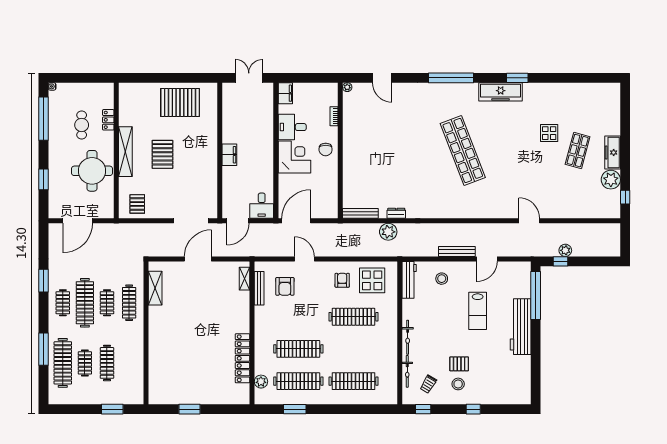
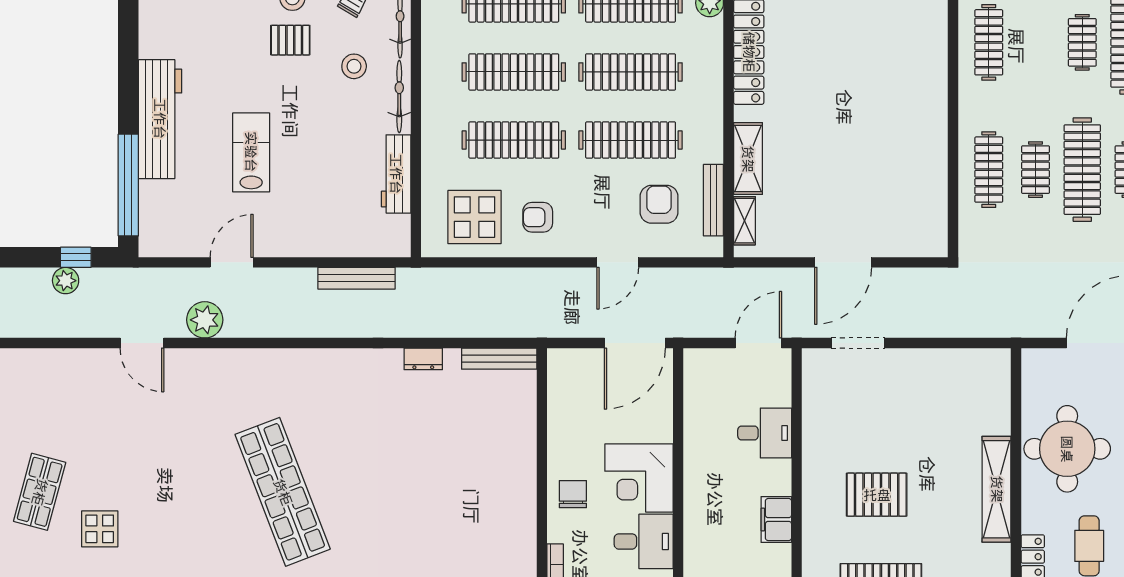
pallet: (162, 154) -> (877, 495), moved, turned 90
filing cabinet: (229, 155) -> (776, 520), moved
pallet: (137, 204) -> (971, 379), removed
desk: (262, 206) -> (765, 433), moved, turned 90
doorway: (191, 221) -> (858, 343), width x0.73
plant: (388, 232) -> (205, 320), moved
bench: (457, 251) -> (356, 278), moved
door: (304, 259) -> (618, 262), hinge flipped
stool: (442, 279) -> (354, 66), moved
armchair: (342, 280) -> (538, 217), turned 90
workbench: (409, 280) -> (396, 174), moved
shelving: (155, 288) -> (748, 159), moved
clothes rail: (298, 317) -> (631, 140), added
clothes rail: (354, 349) -> (514, 72), added
clothes rail: (107, 363) -> (989, 42), moved

